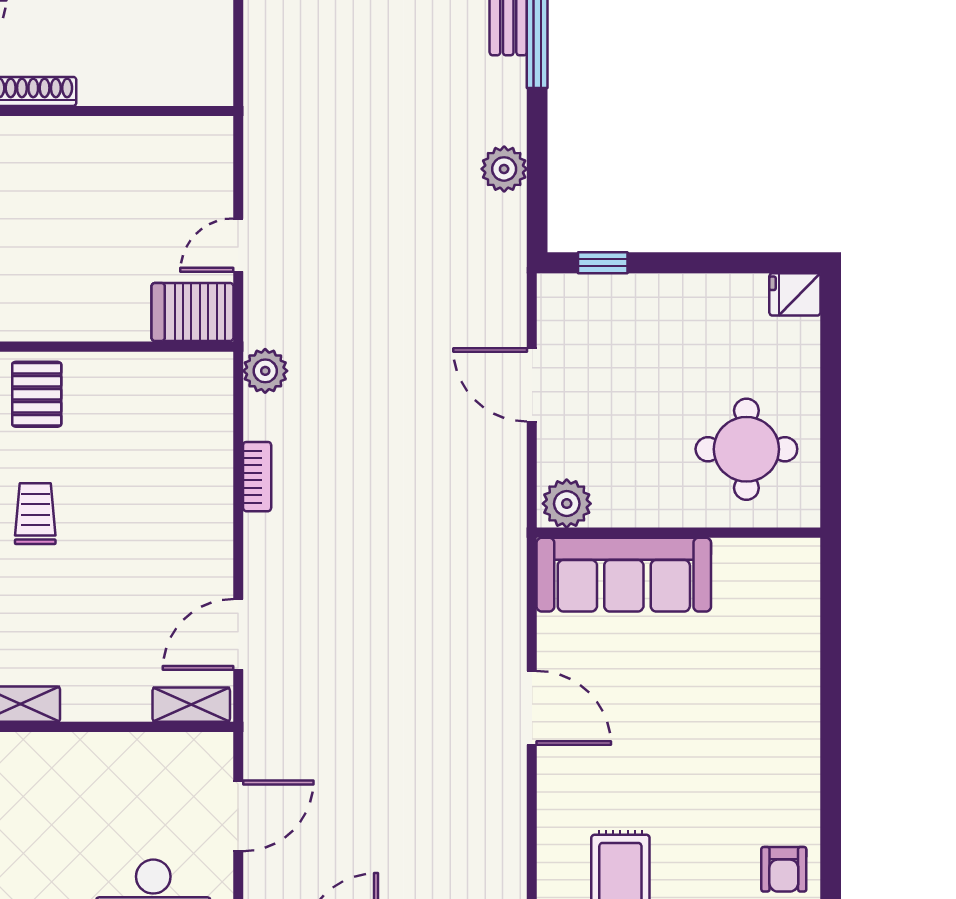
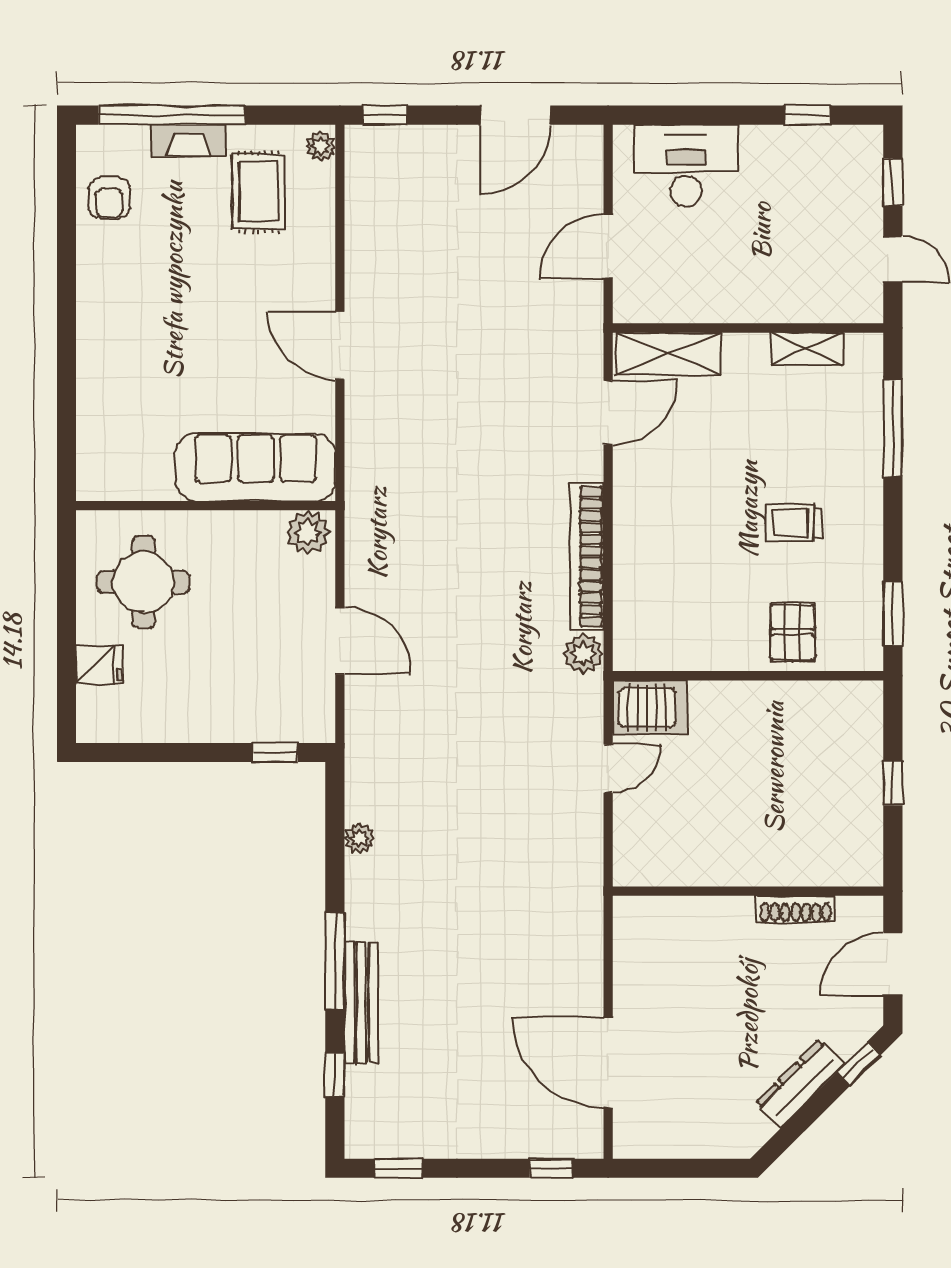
plant: (504, 169) -> (359, 838), width x0.73, depth x0.73
fridge: (795, 294) -> (99, 665), moved
bookcase: (257, 477) -> (587, 557), width x2.31, depth x1.31
trolley: (35, 514) -> (794, 523), turned 90
shelving: (191, 705) -> (669, 354), width x1.50, depth x1.33
armchair: (784, 869) -> (109, 198), turned 180

